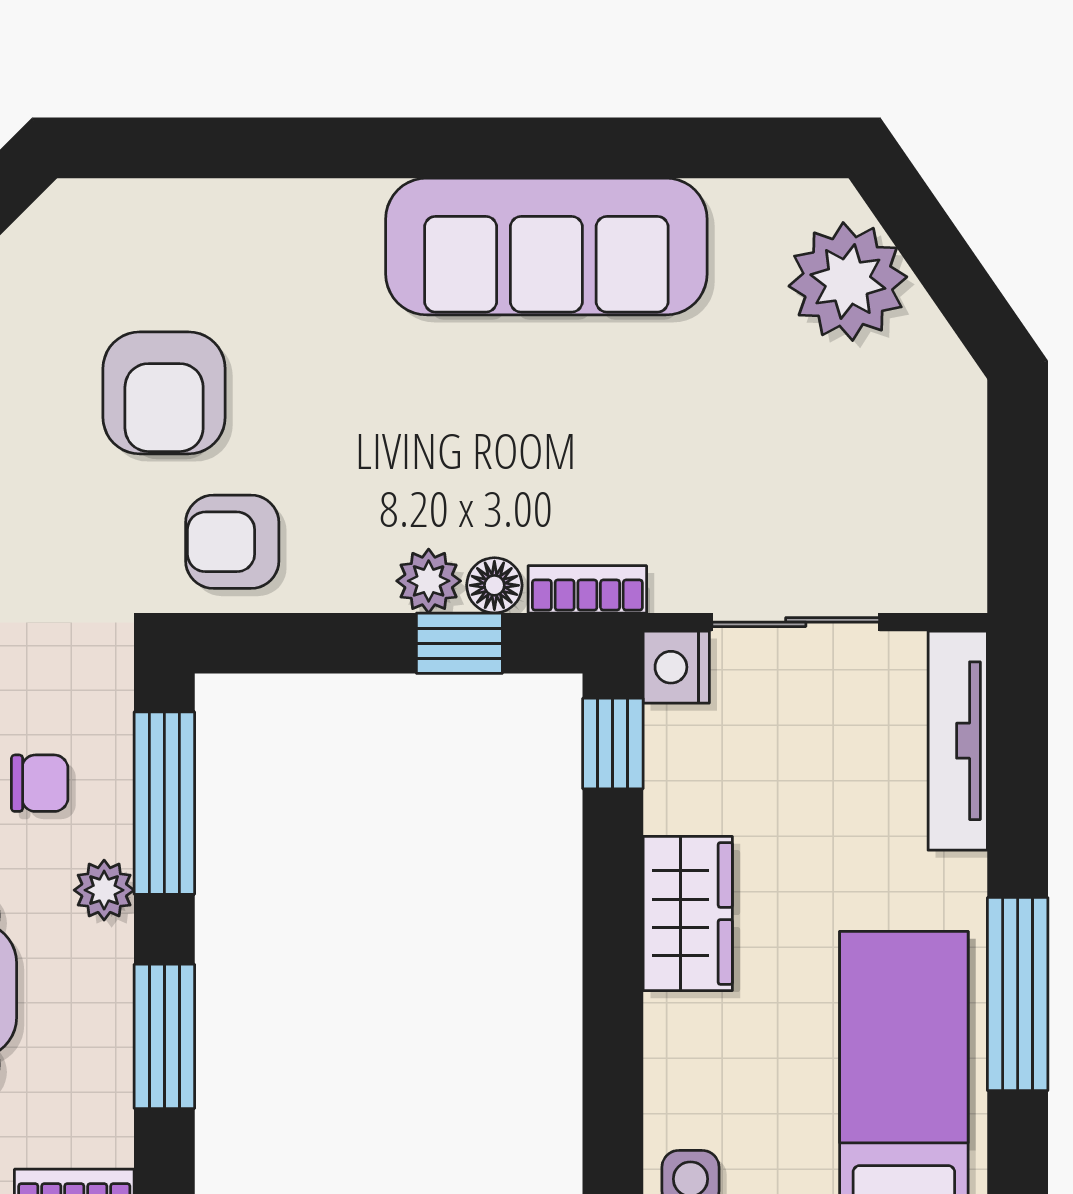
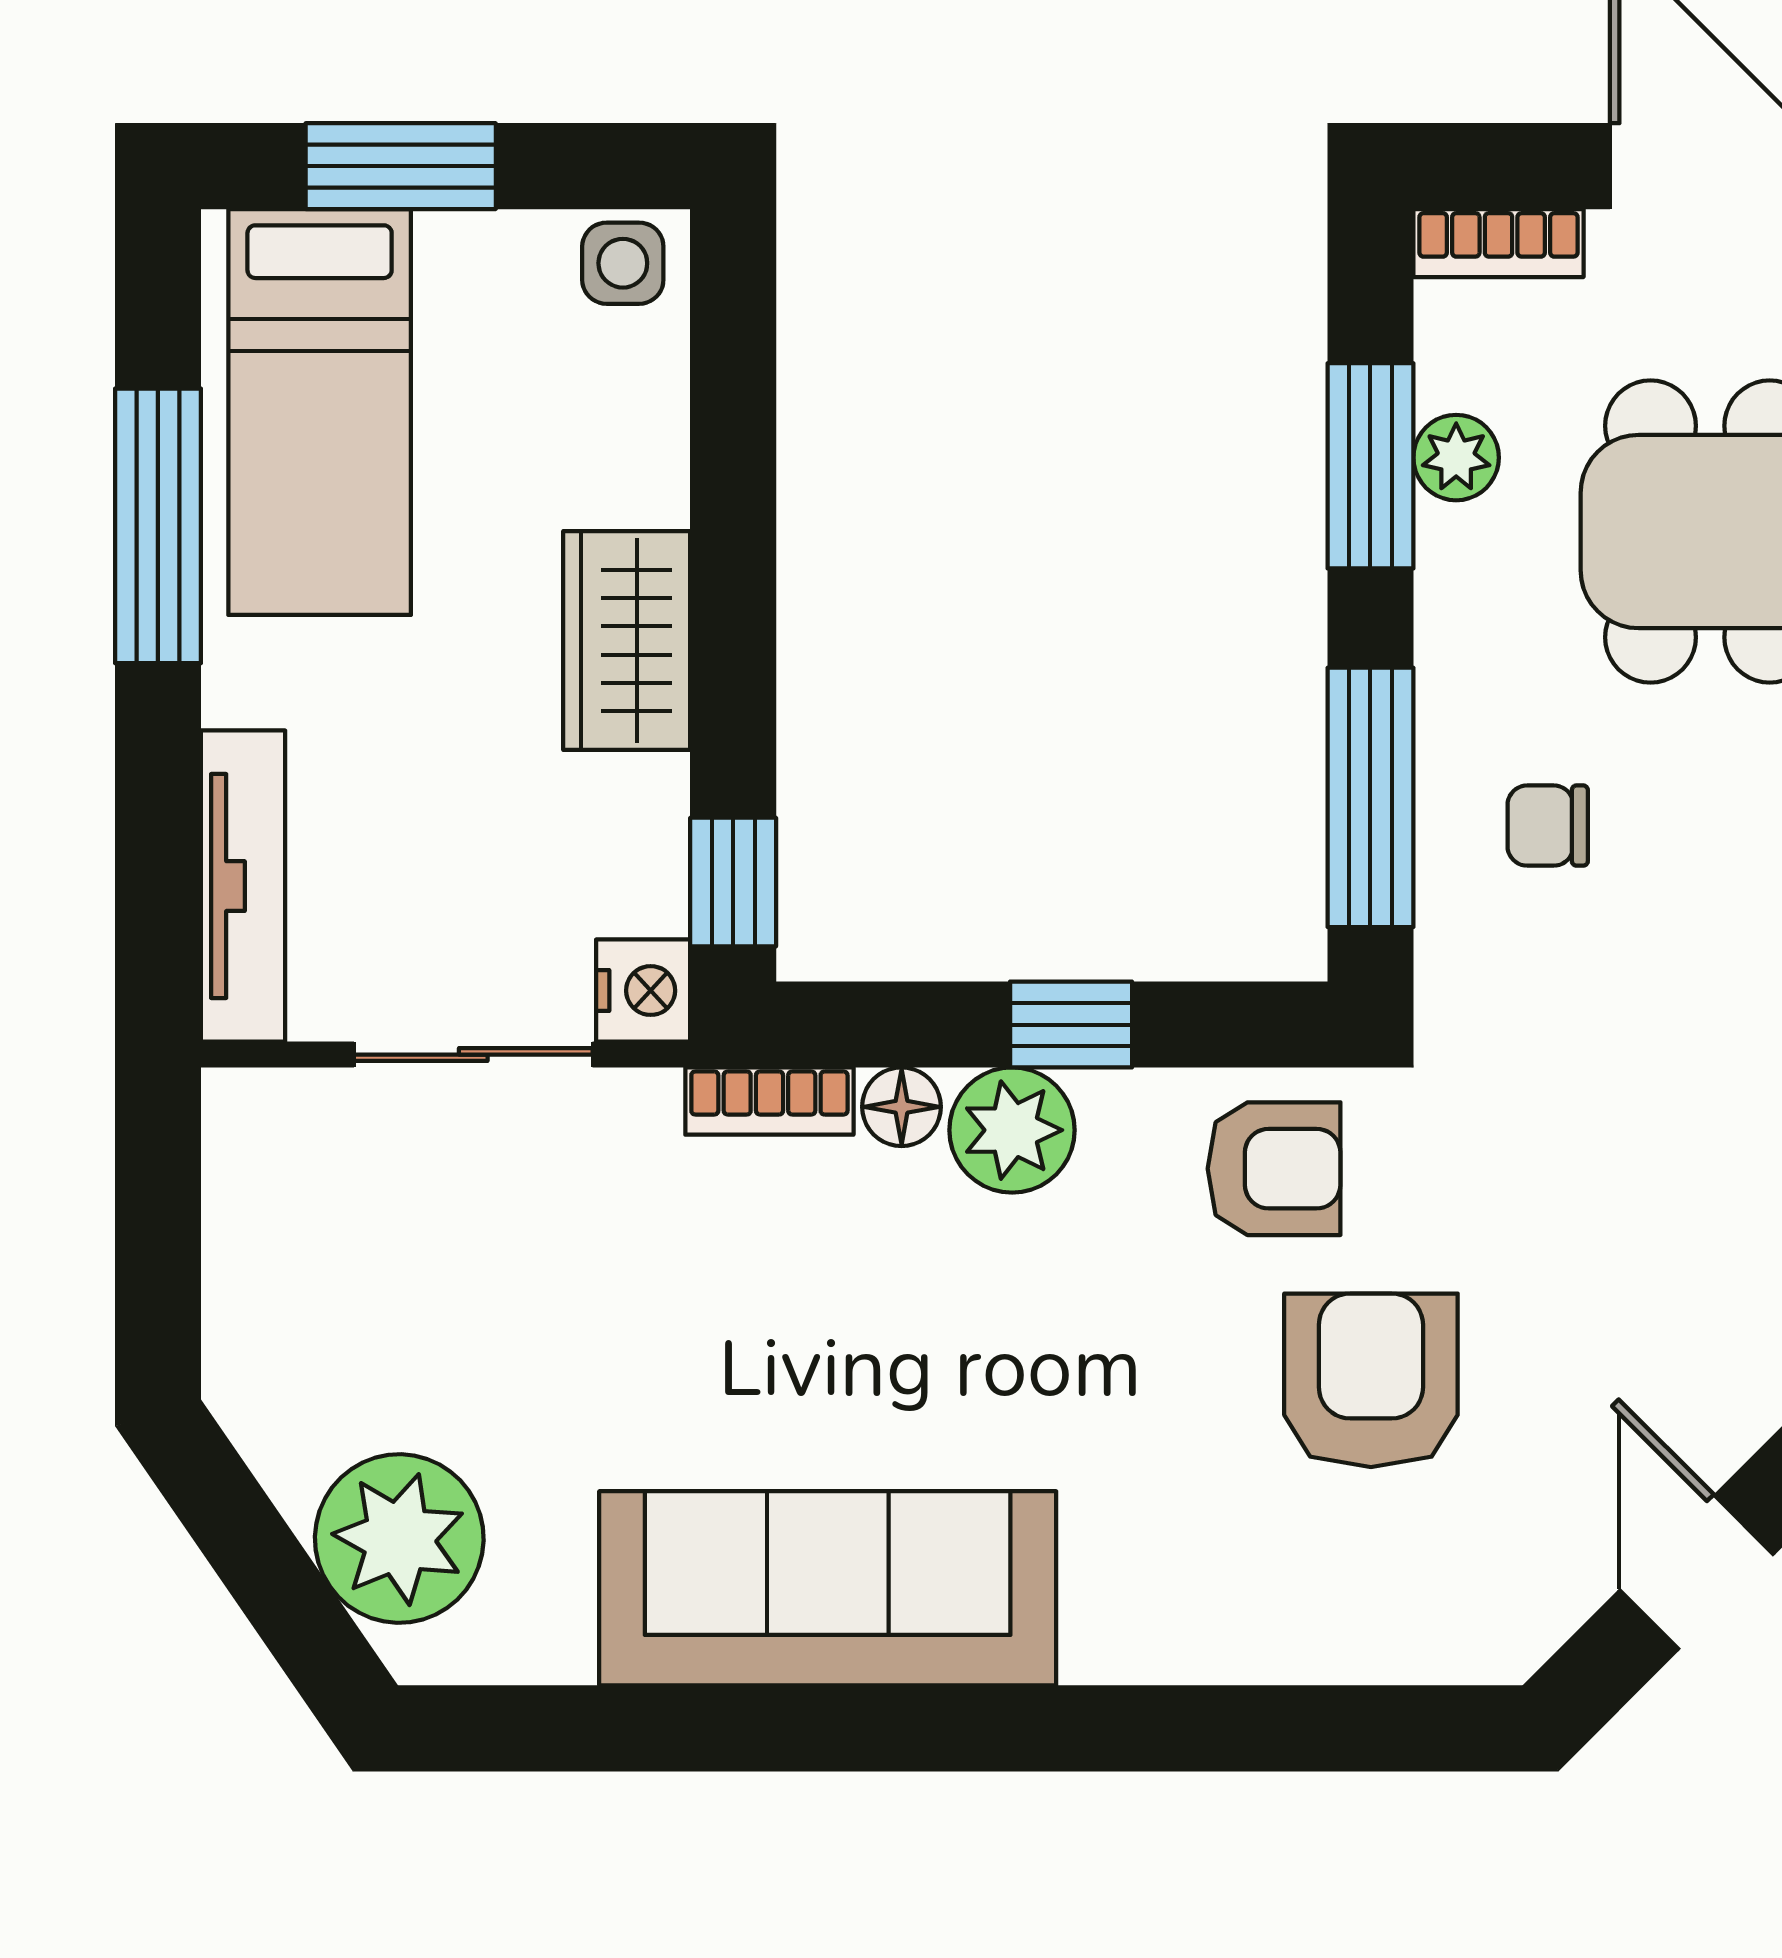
plant: (429, 581) -> (1012, 1130), width x1.38, depth x1.38
window: (459, 643) -> (1071, 1025), moved
plant: (104, 890) -> (1456, 458), moved

